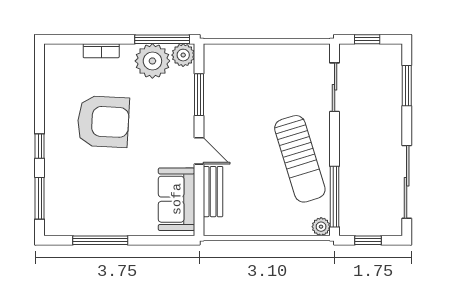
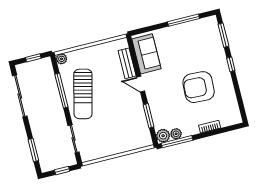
plant: (152, 61) -> (176, 134), width x0.53, depth x0.53
sun lounger: (300, 159) -> (83, 94), turned -149
window: (335, 197) -> (61, 91), moved

